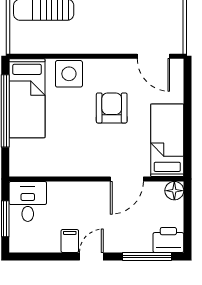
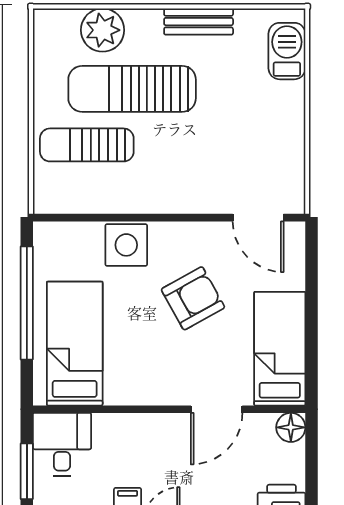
bed: (27, 98) -> (75, 344), moved, turned 180
armchair: (112, 108) -> (193, 298), turned 61

